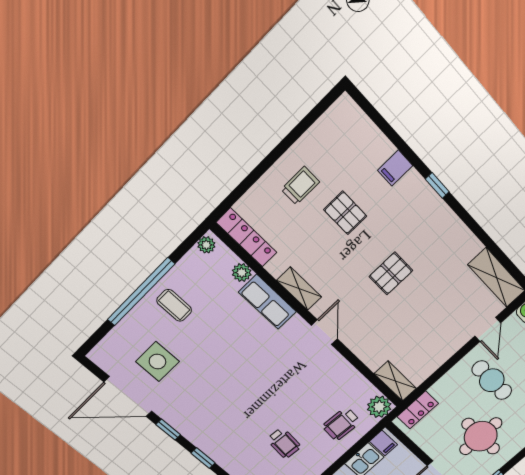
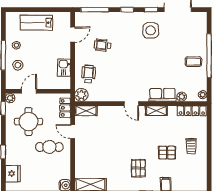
pallet: (391, 274) -> (138, 168), moved
door: (488, 329) -> (73, 132), moved
side table: (157, 362) -> (151, 30), moved
filing cabinet: (383, 443) -> (64, 82), removed

